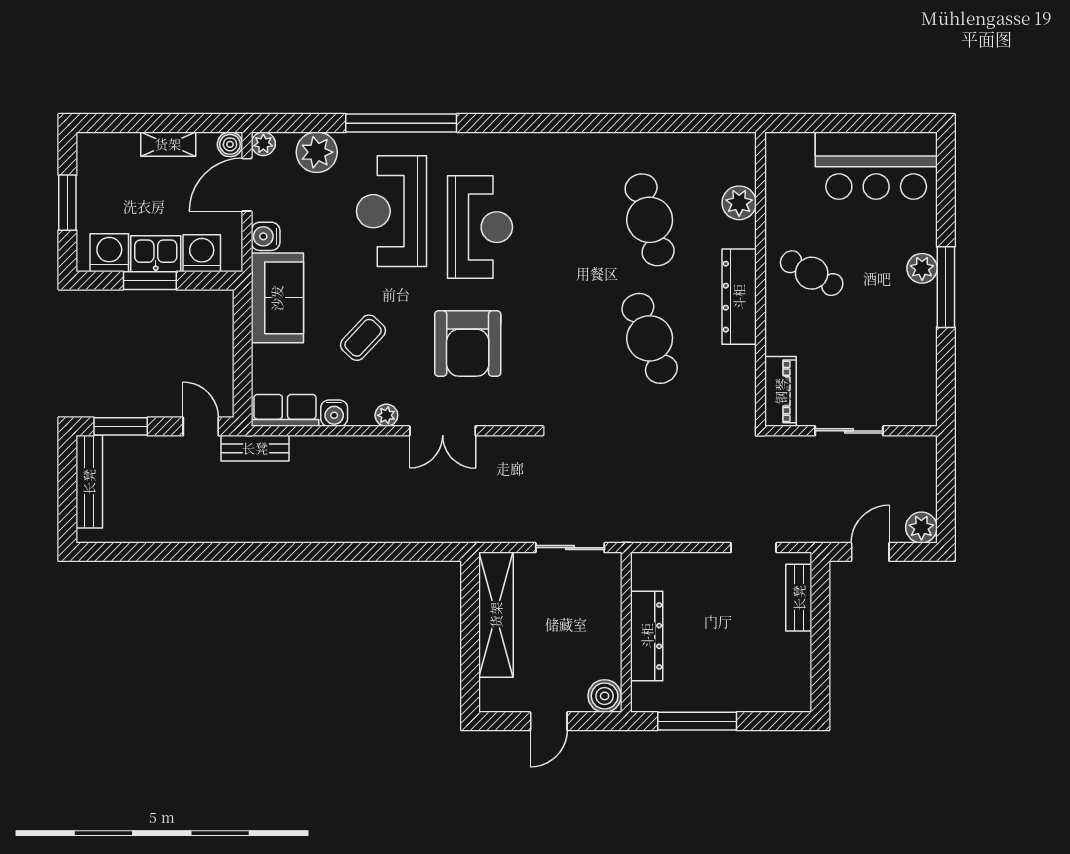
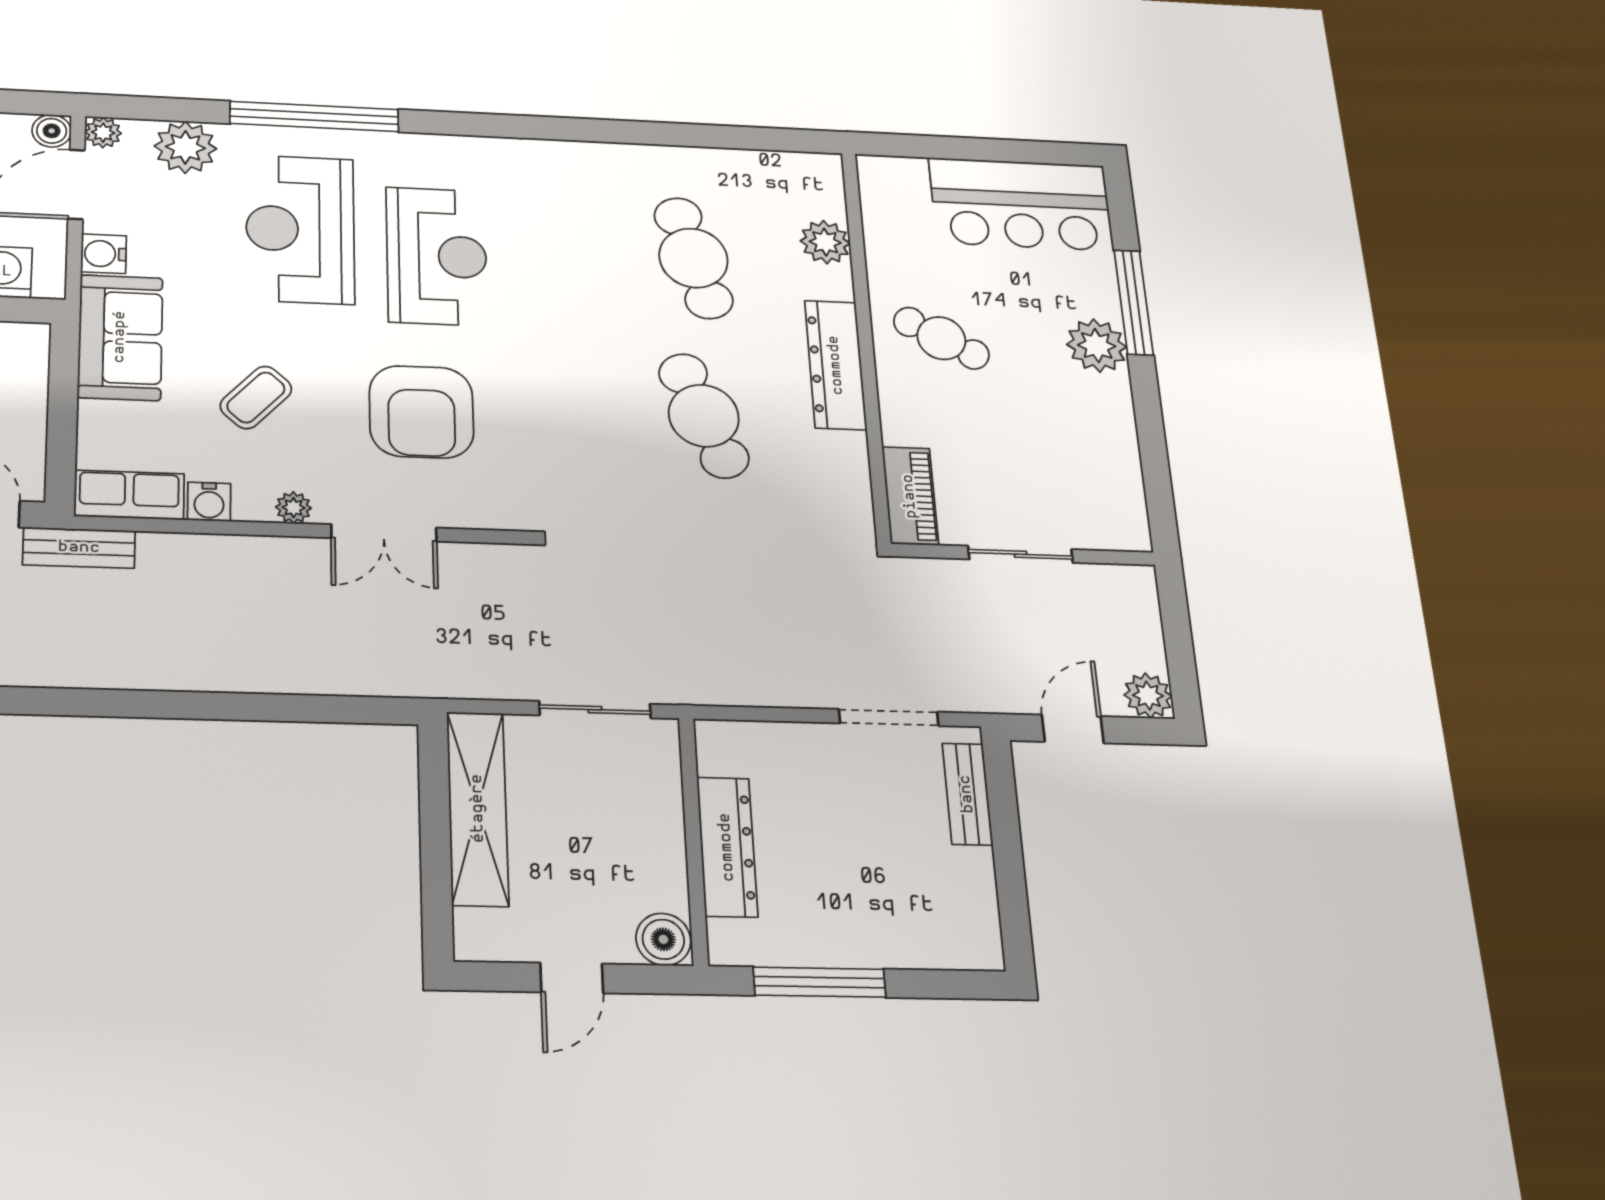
plant: (922, 268) -> (1097, 346), width x1.36, depth x1.36
window: (946, 287) -> (1134, 302), moved
doorway: (754, 548) -> (889, 718), width x1.38

